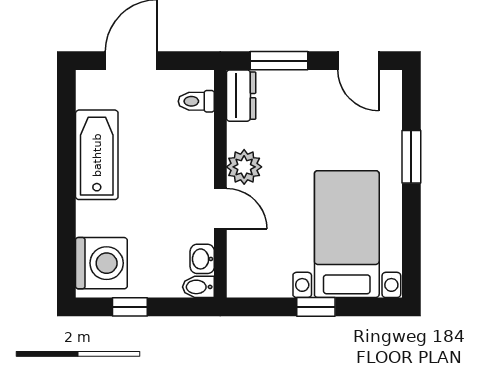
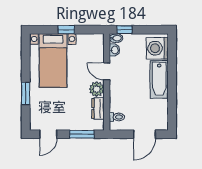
door: (358, 61) -> (48, 134), swing flipped
dresser: (241, 96) -> (98, 109), moved
bathtub: (97, 155) -> (159, 79), moved
window: (130, 307) -> (125, 30), moved

